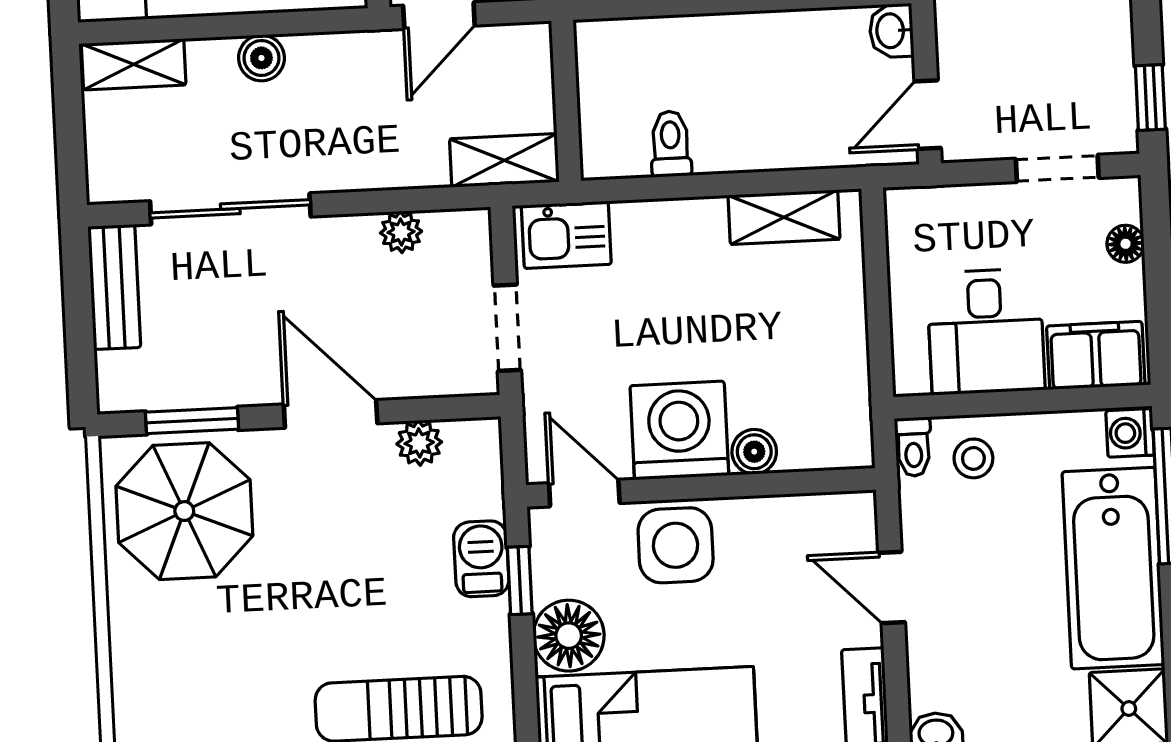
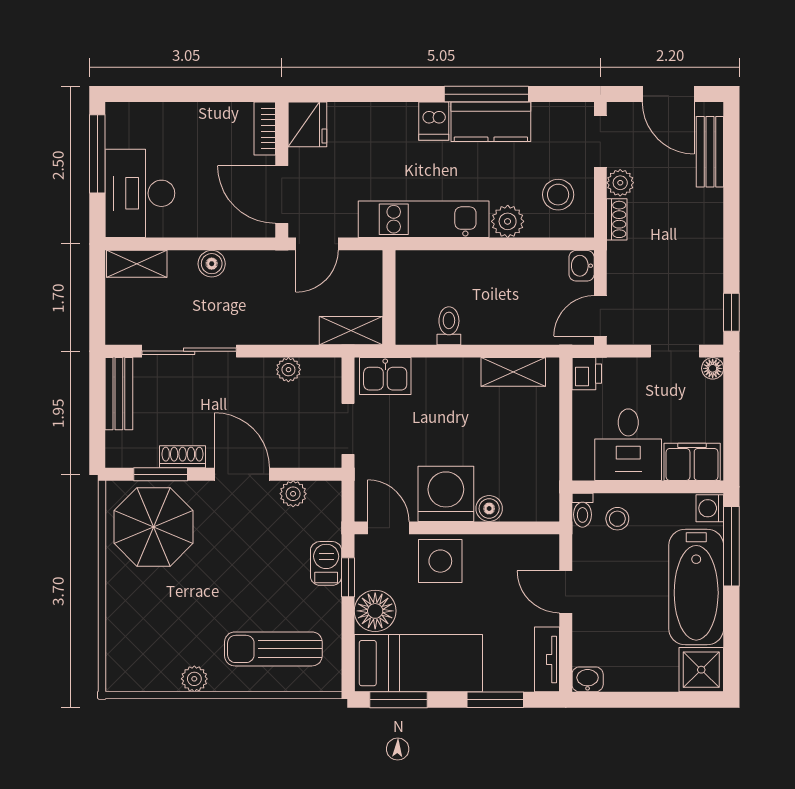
printer: (909, 214) -> (587, 374), added
floor lamp: (1125, 244) -> (713, 368), moved
shoe rack: (228, 389) -> (183, 457), added

